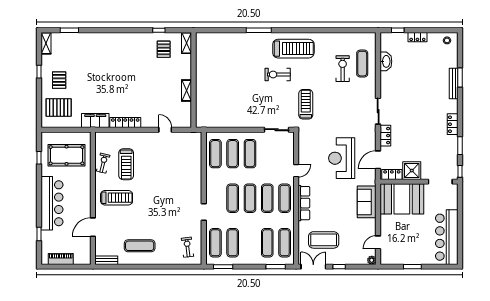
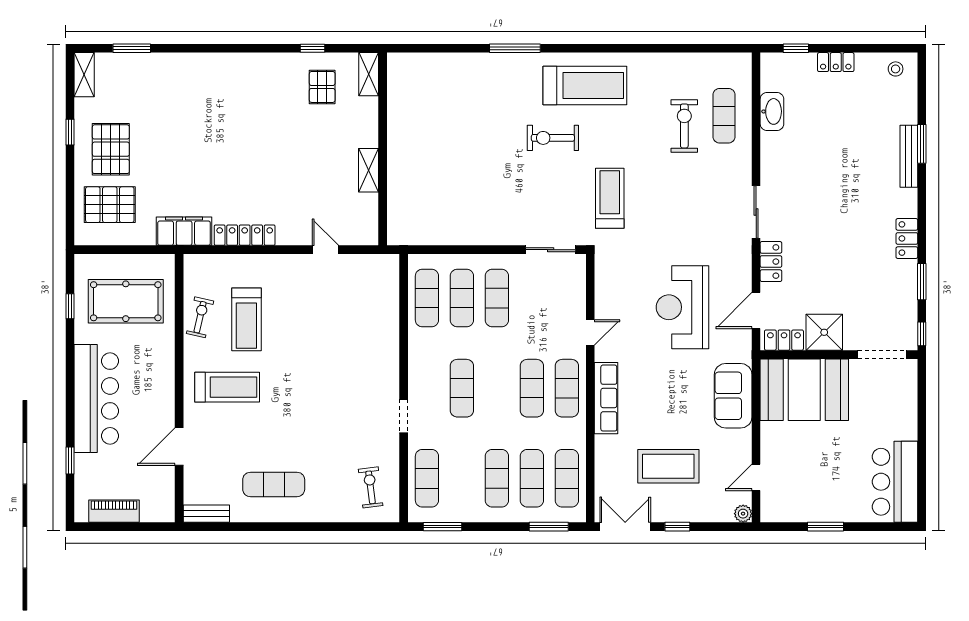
pallet: (59, 80) -> (111, 149), width x1.50, depth x1.42
exercise mat: (250, 198) -> (497, 388), removed
bar counter: (447, 237) -> (895, 482), width x0.73
coffee table: (324, 240) -> (668, 466), moved
exercise mat: (233, 243) -> (497, 478), moved

